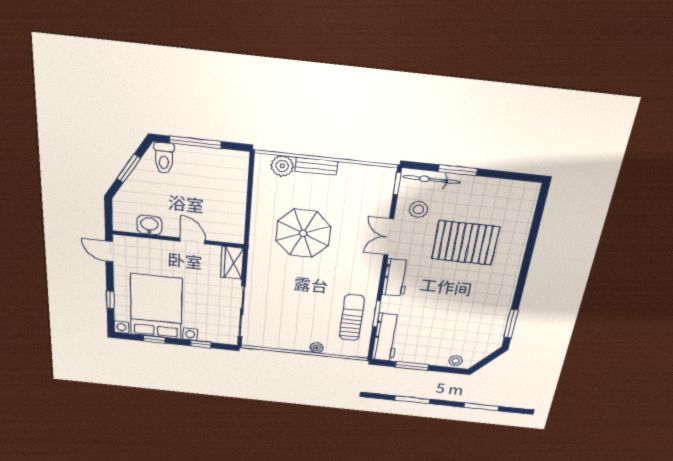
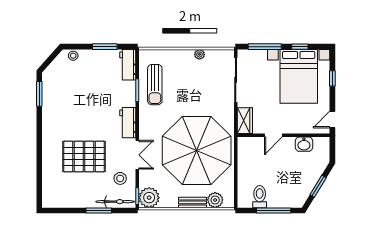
toilet: (164, 158) -> (260, 197), moved
plant: (380, 180) -> (149, 198), added
parasol: (303, 233) -> (197, 151), width x1.86, depth x1.86
door: (193, 241) -> (273, 135), hinge flipped
door: (109, 251) -> (332, 119), swing flipped
workbench: (386, 337) -> (128, 65), width x0.73
window: (201, 344) -> (265, 47), width x2.17
plant: (317, 348) -> (200, 54), moved

